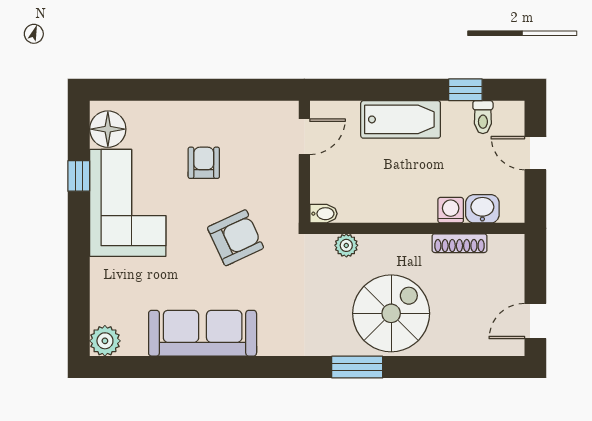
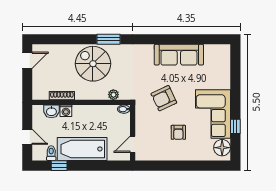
bathtub: (401, 119) -> (82, 149), width x1.36, depth x1.36
spiral stairs: (391, 313) -> (93, 64), turned 90
plant: (105, 341) -> (223, 51), removed

